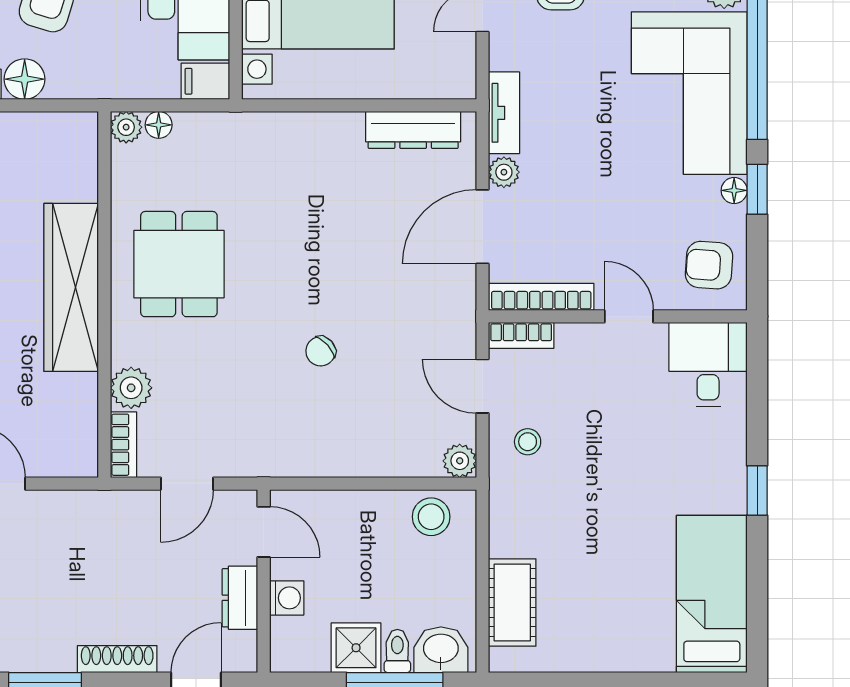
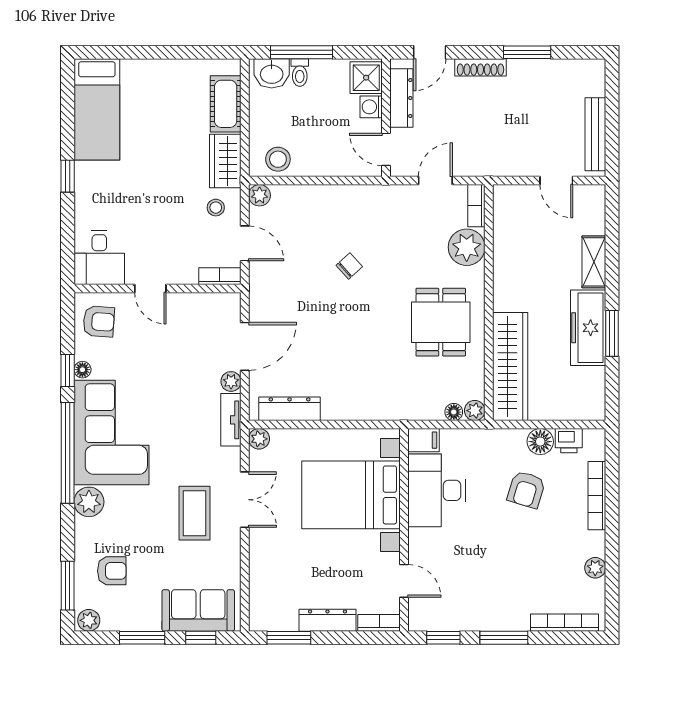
plant: (460, 83) -> (259, 439), added
wardrobe: (71, 287) -> (510, 367), moved
bookcase: (541, 297) -> (207, 301), removed
plant: (131, 388) -> (467, 247), width x1.36, depth x1.36
wardrobe: (513, 514) -> (225, 161), added
dresser: (240, 598) -> (401, 98), width x1.44
shower: (356, 648) -> (366, 78), moved

